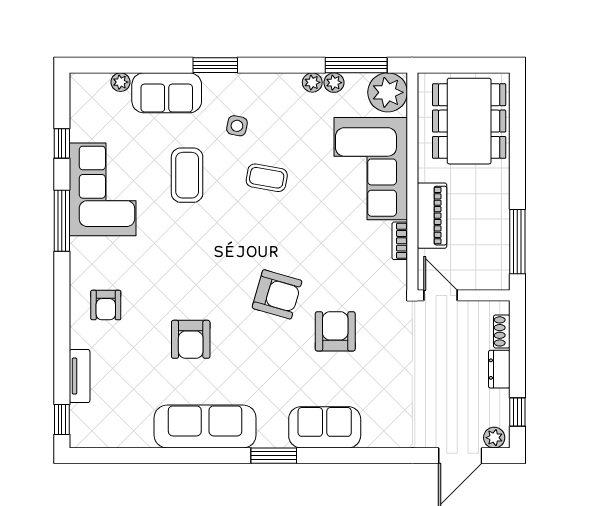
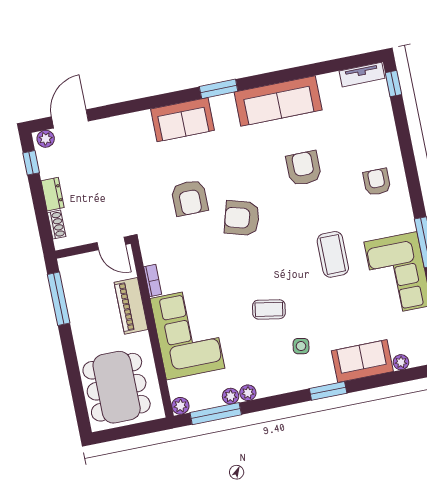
plant: (388, 92) -> (180, 406), width x0.53, depth x0.53
coffee table: (187, 175) -> (333, 254), moved
tv unit: (80, 376) -> (362, 75), moved, turned -90

